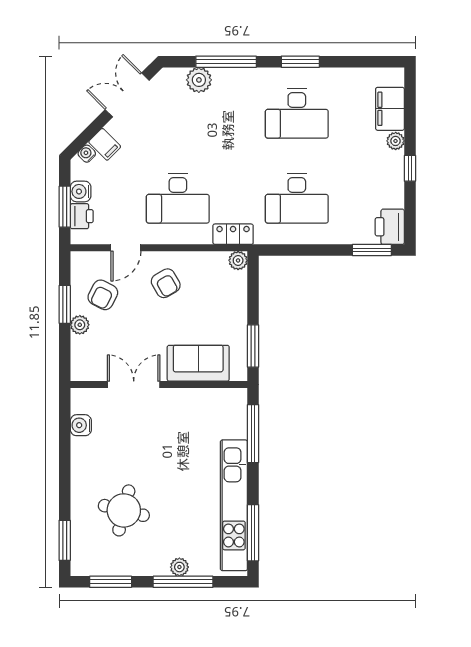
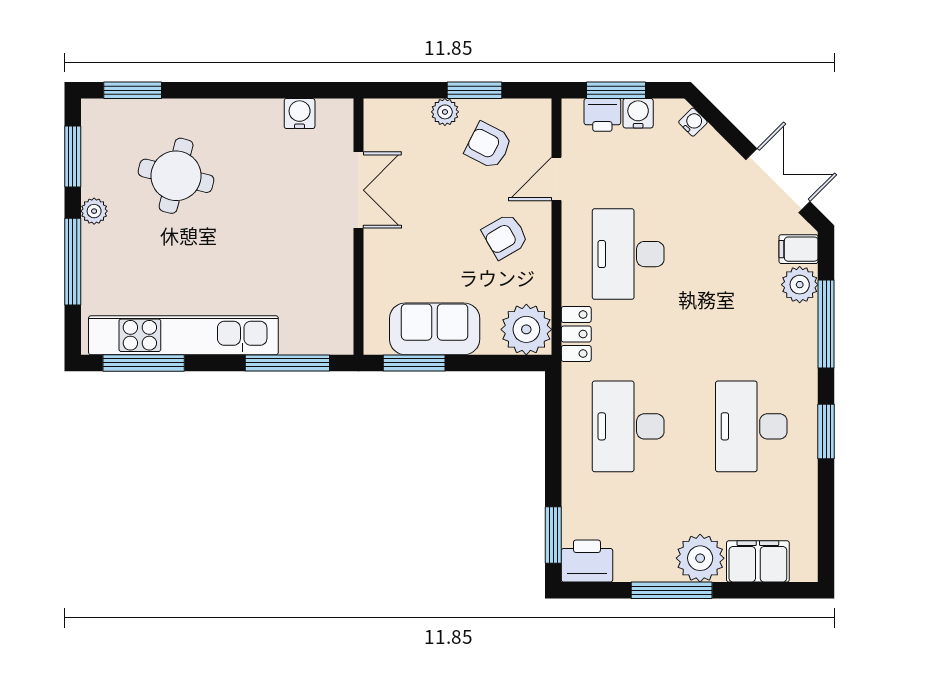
plant: (396, 141) -> (700, 558), width x1.88, depth x1.88
filing cabinet: (105, 144) -> (799, 249), moved, turned 45
window: (410, 168) -> (672, 590), width x2.17
door: (126, 248) -> (557, 179), hinge flipped
plant: (238, 260) -> (526, 329), width x1.87, depth x1.87
sofa: (198, 363) -> (435, 329), moved, turned -90
plant: (179, 567) -> (94, 211), moved

